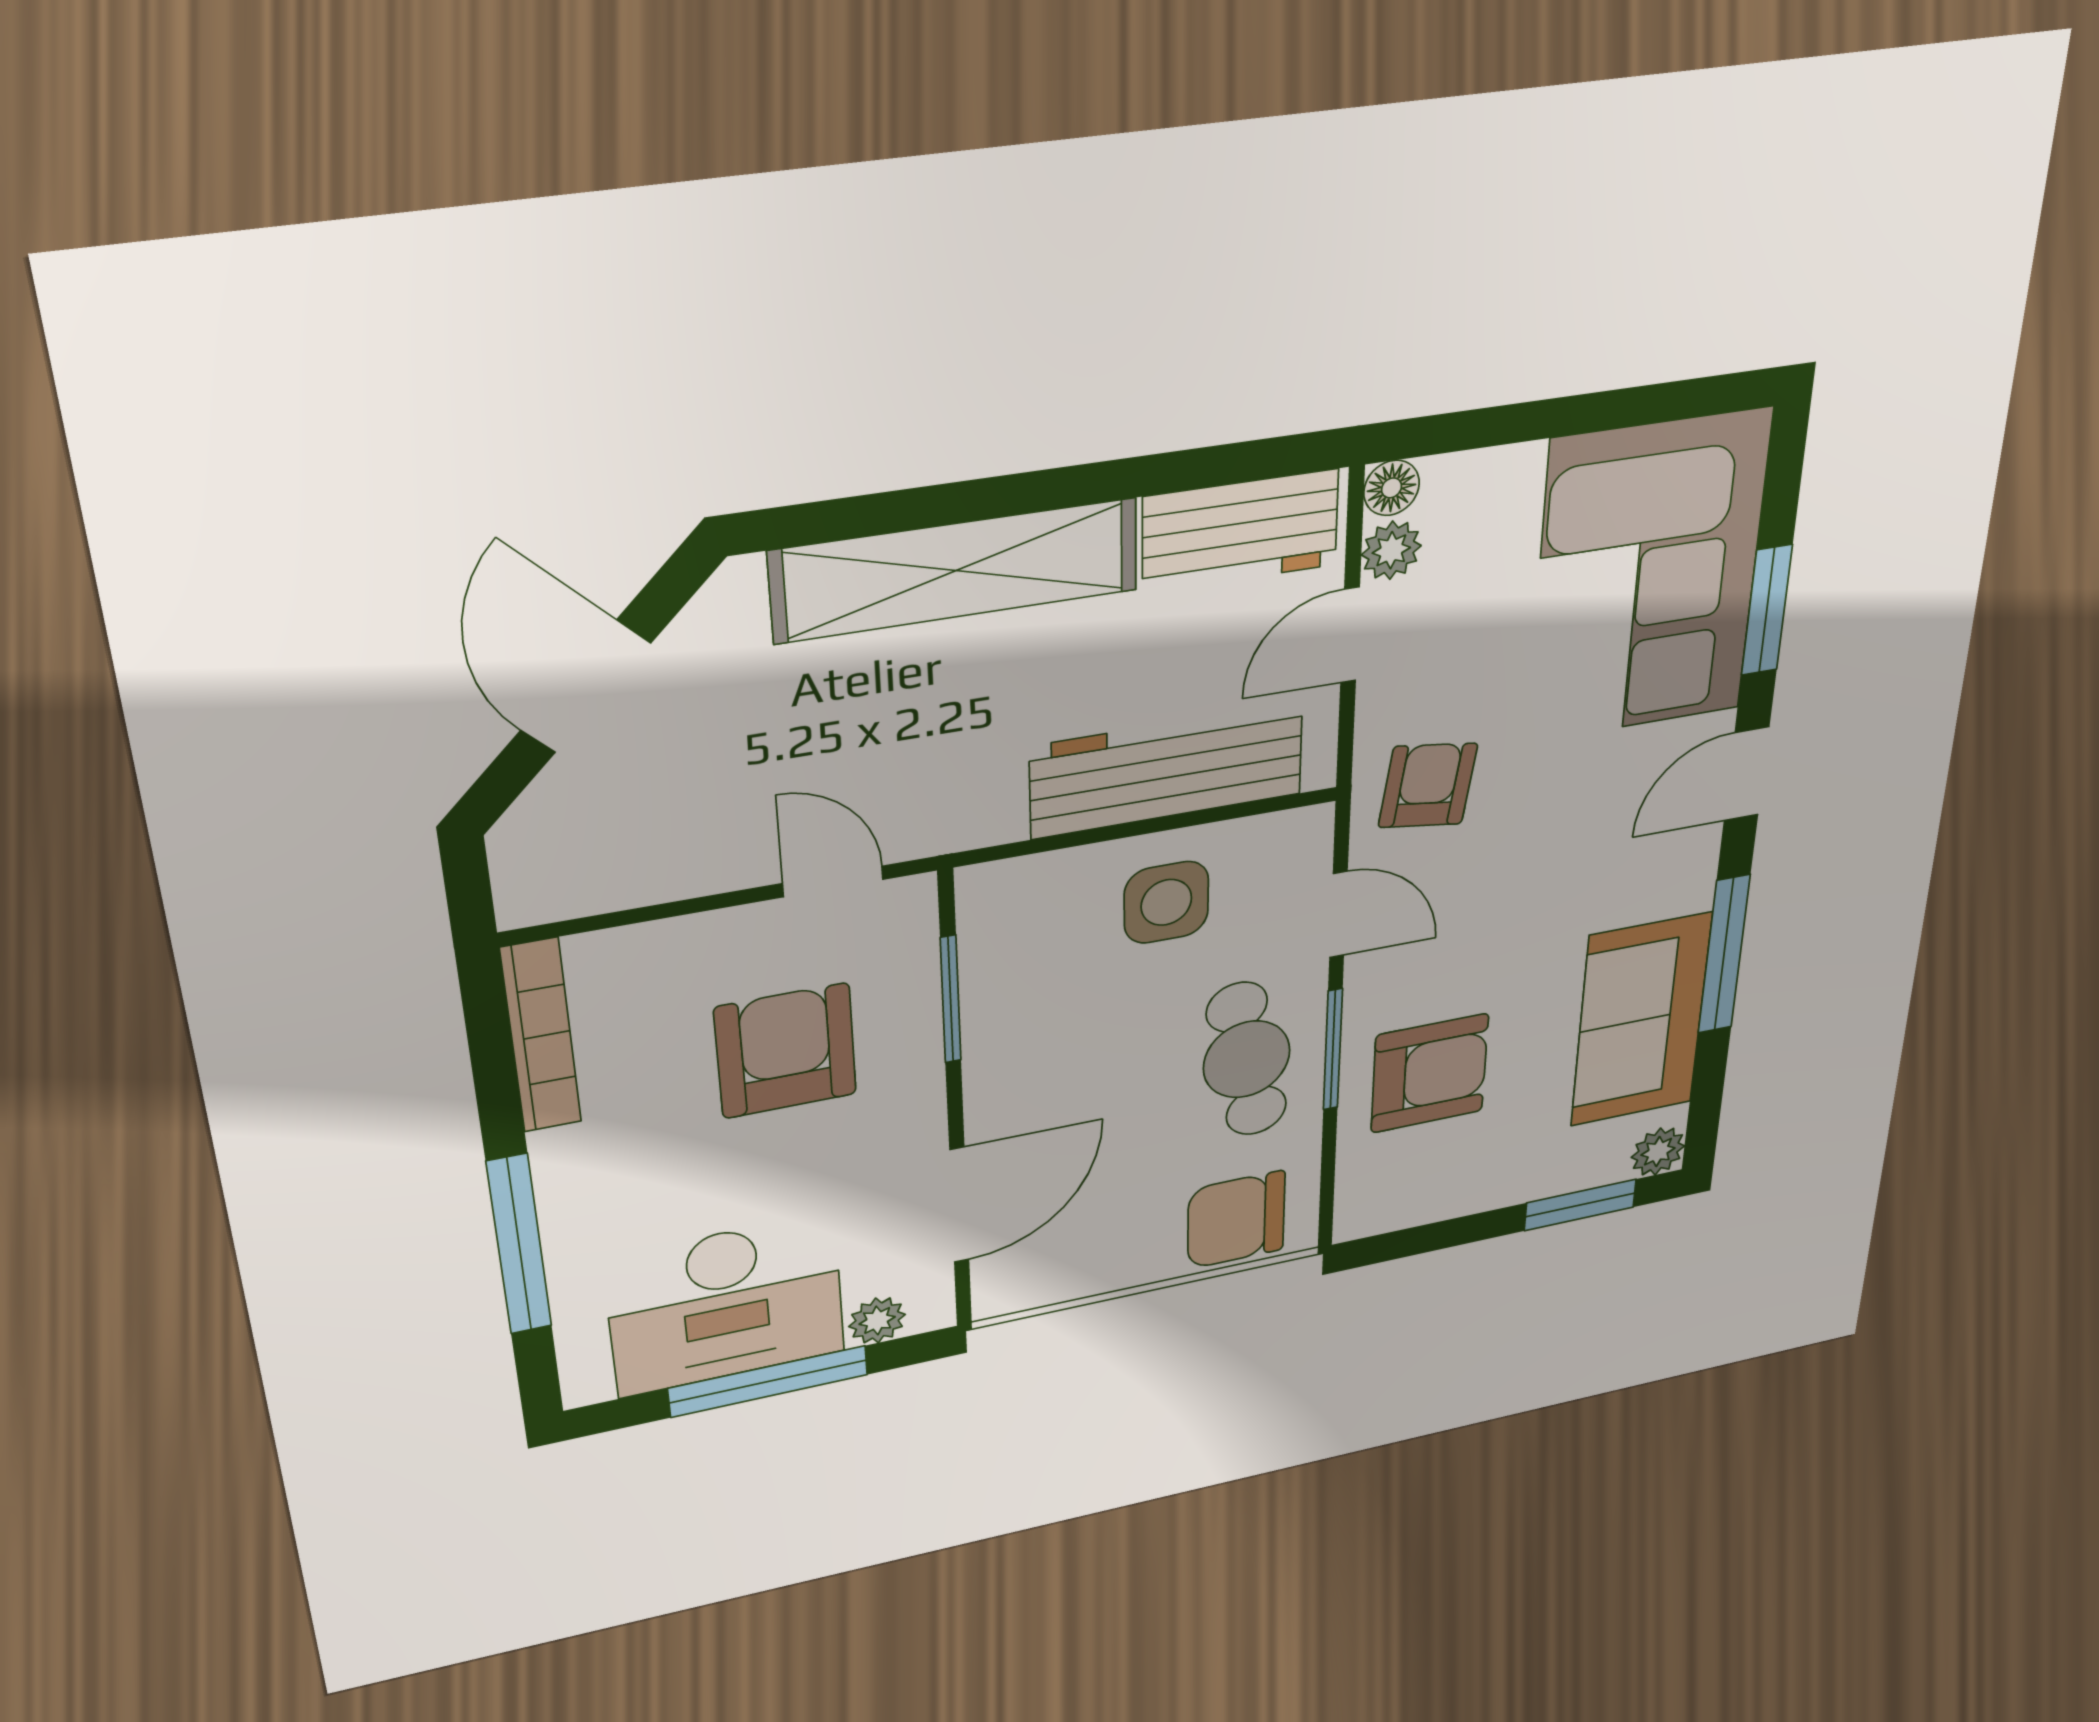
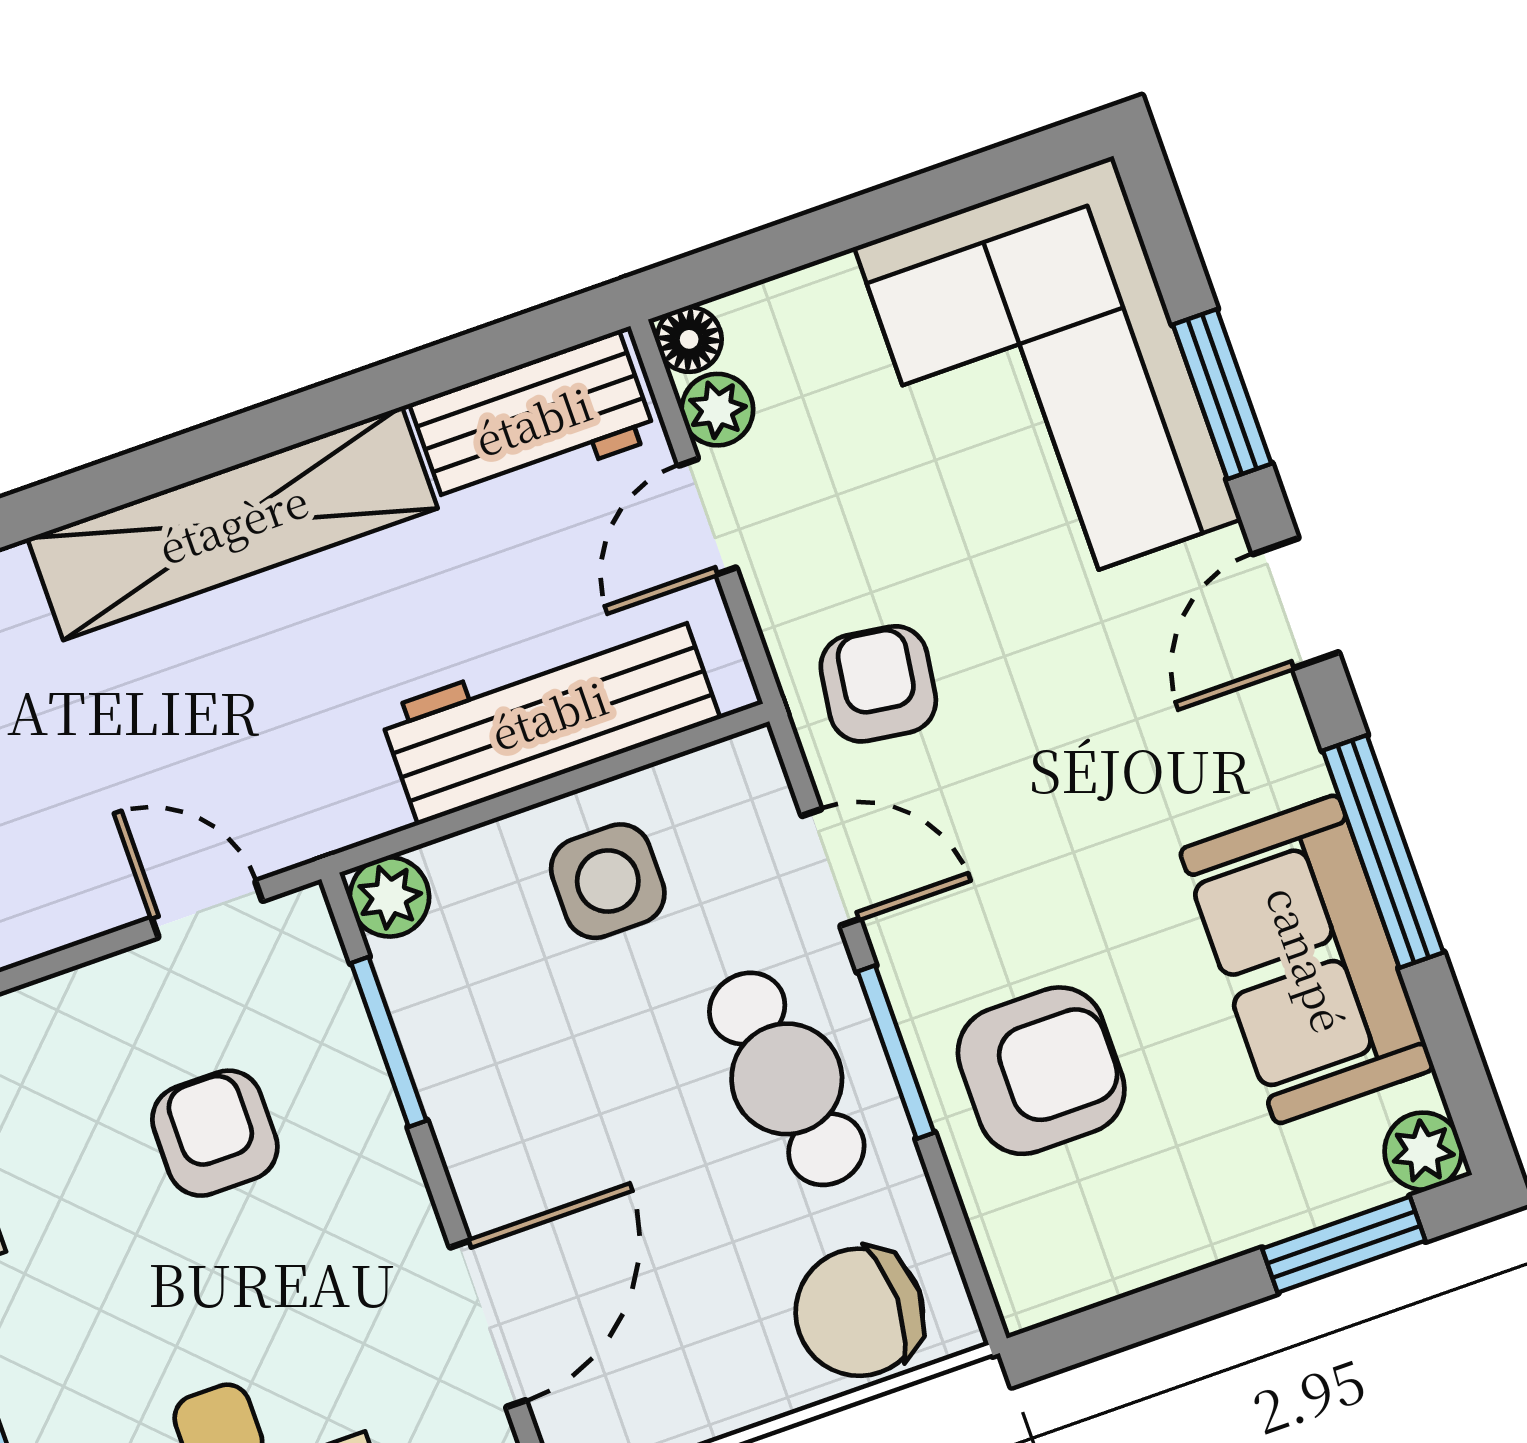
plant: (989, 892) -> (389, 897), added
armchair: (786, 1051) -> (215, 1133), width x0.72, depth x0.72

